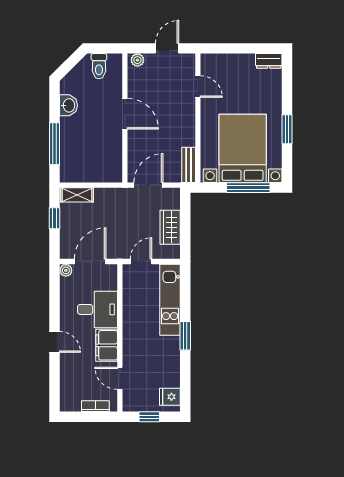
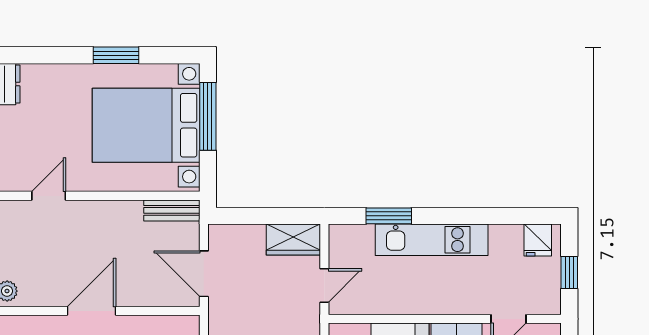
wardrobe: (170, 227) -> (293, 239), moved
door: (141, 261) -> (324, 286), swing flipped
kitchen unit: (170, 300) -> (432, 240), moved
window: (185, 336) -> (389, 216), moved

